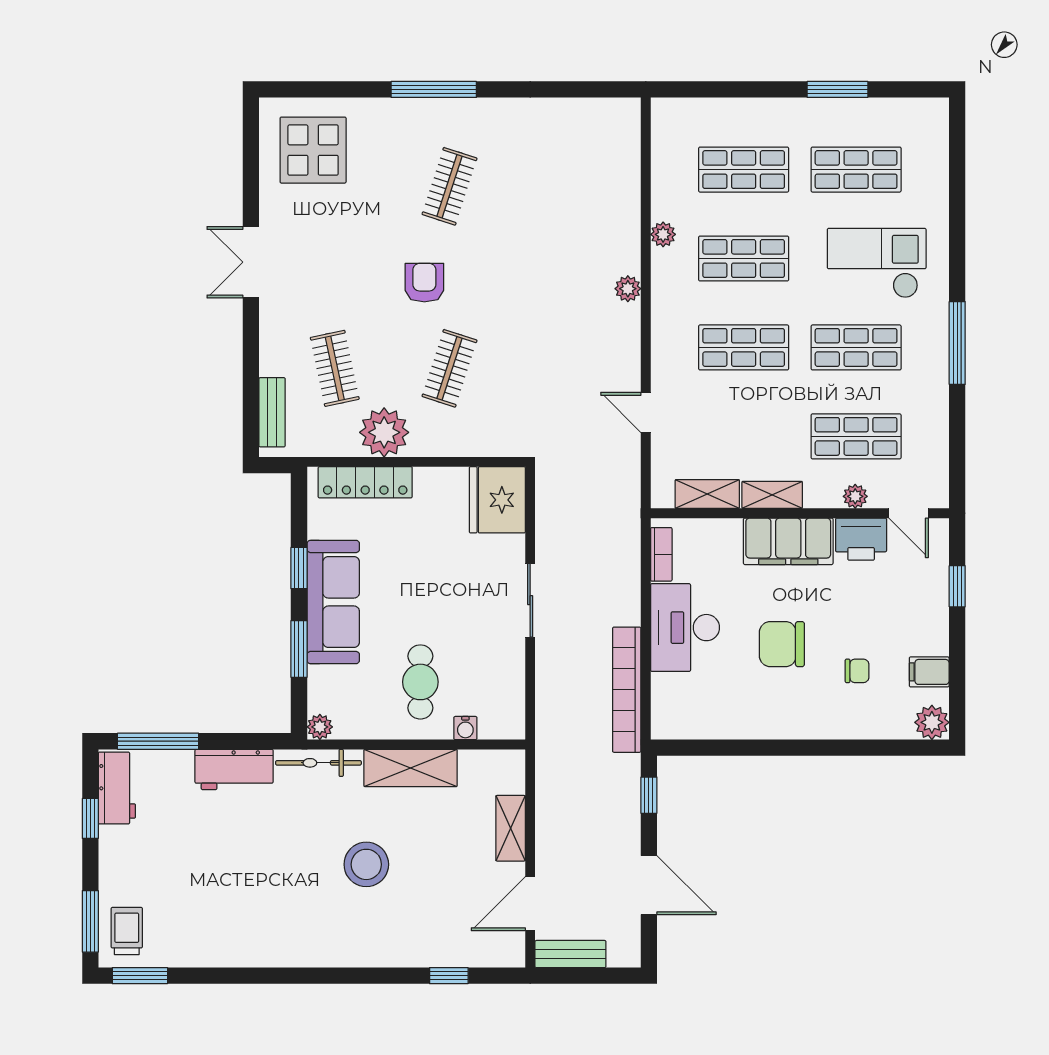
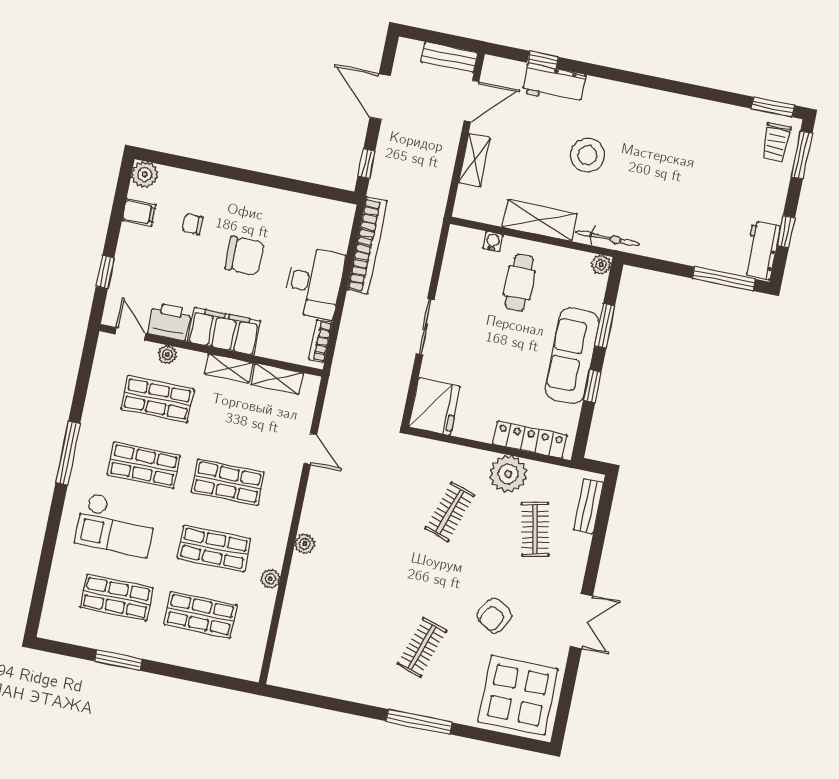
display table: (313, 150) -> (518, 695), width x1.36, depth x1.36
armchair: (424, 283) -> (494, 616), moved, turned 30
workbench: (234, 769) -> (554, 84), moved, turned 180

